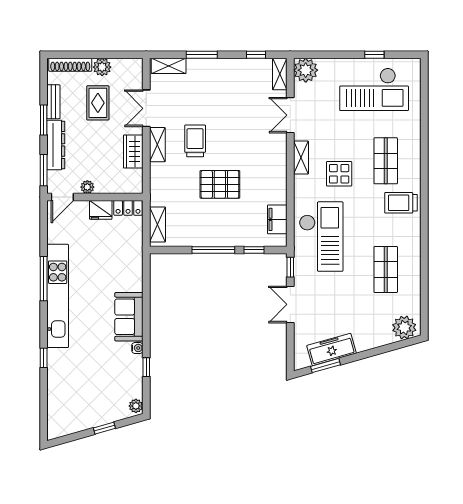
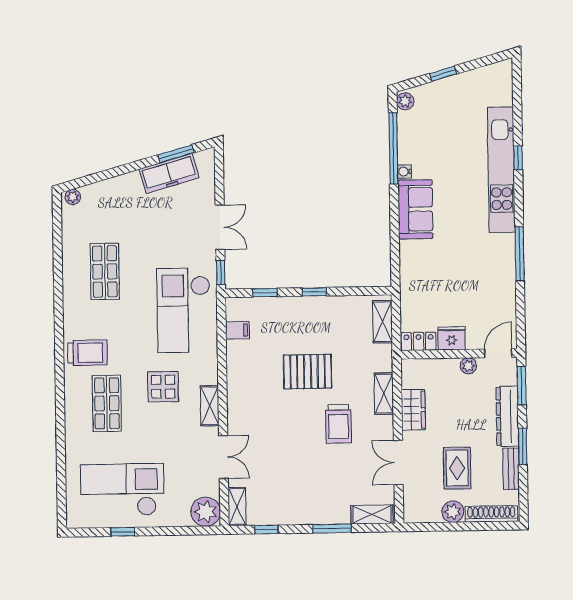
double door: (146, 108) -> (398, 463), swing flipped
shelving: (157, 145) -> (384, 394), moved
filing cabinet: (277, 219) -> (237, 330), width x0.50
window: (213, 250) -> (314, 292), width x0.46
kitchen unit: (58, 296) -> (501, 170), moved
plant: (404, 328) -> (73, 197), width x0.53, depth x0.53
window: (146, 367) -> (393, 148), width x3.17

